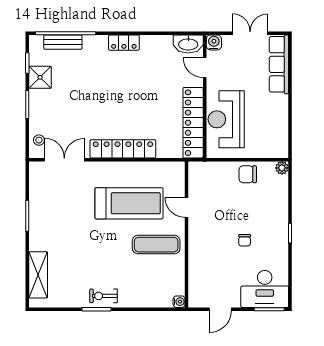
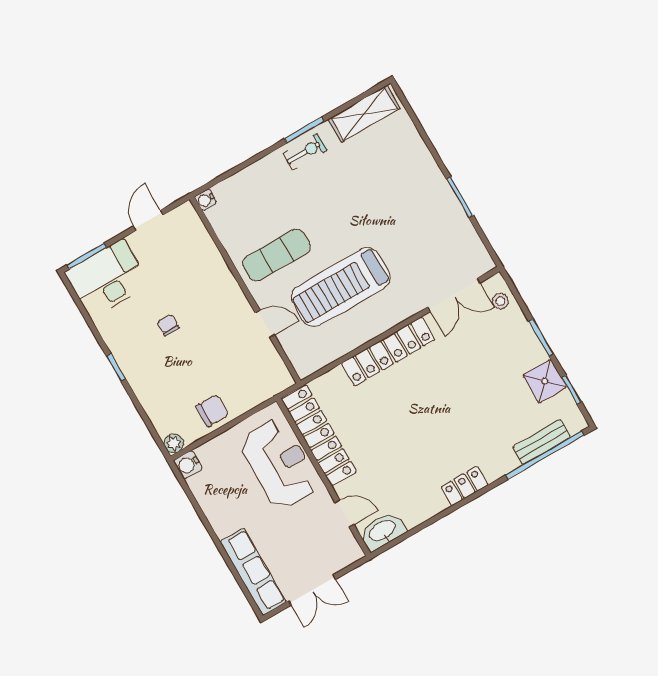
water cooler: (214, 42) -> (188, 465), moved, turned 90
shelving: (38, 275) -> (364, 114), moved, turned 90

